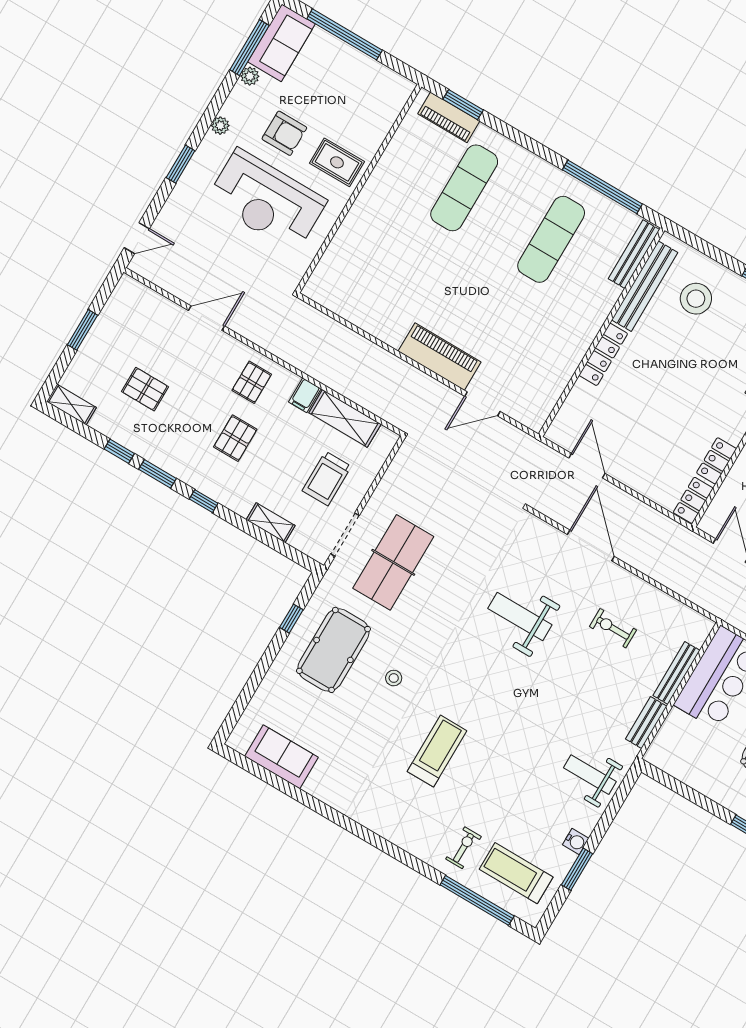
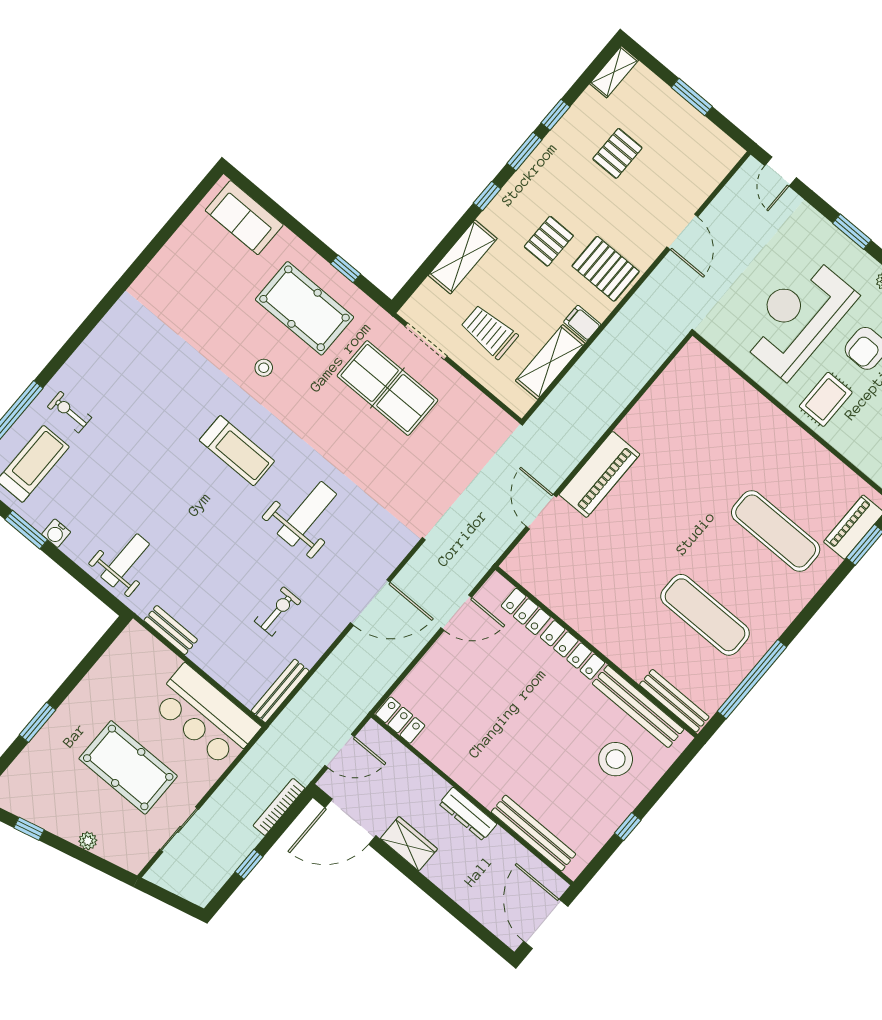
pallet: (252, 382) -> (606, 269), width x1.50, depth x1.42
pallet: (235, 438) -> (549, 241), turned 90
locker: (717, 461) -> (526, 611), moved, turned 180
shelving: (271, 523) -> (463, 257), width x1.50, depth x1.33
bench: (676, 673) -> (280, 691), moved, turned 90
treadmill: (437, 751) -> (237, 451), moved
sofa: (281, 757) -> (244, 218), moved, turned 90
exercise bike: (463, 848) -> (69, 412), turned 180

